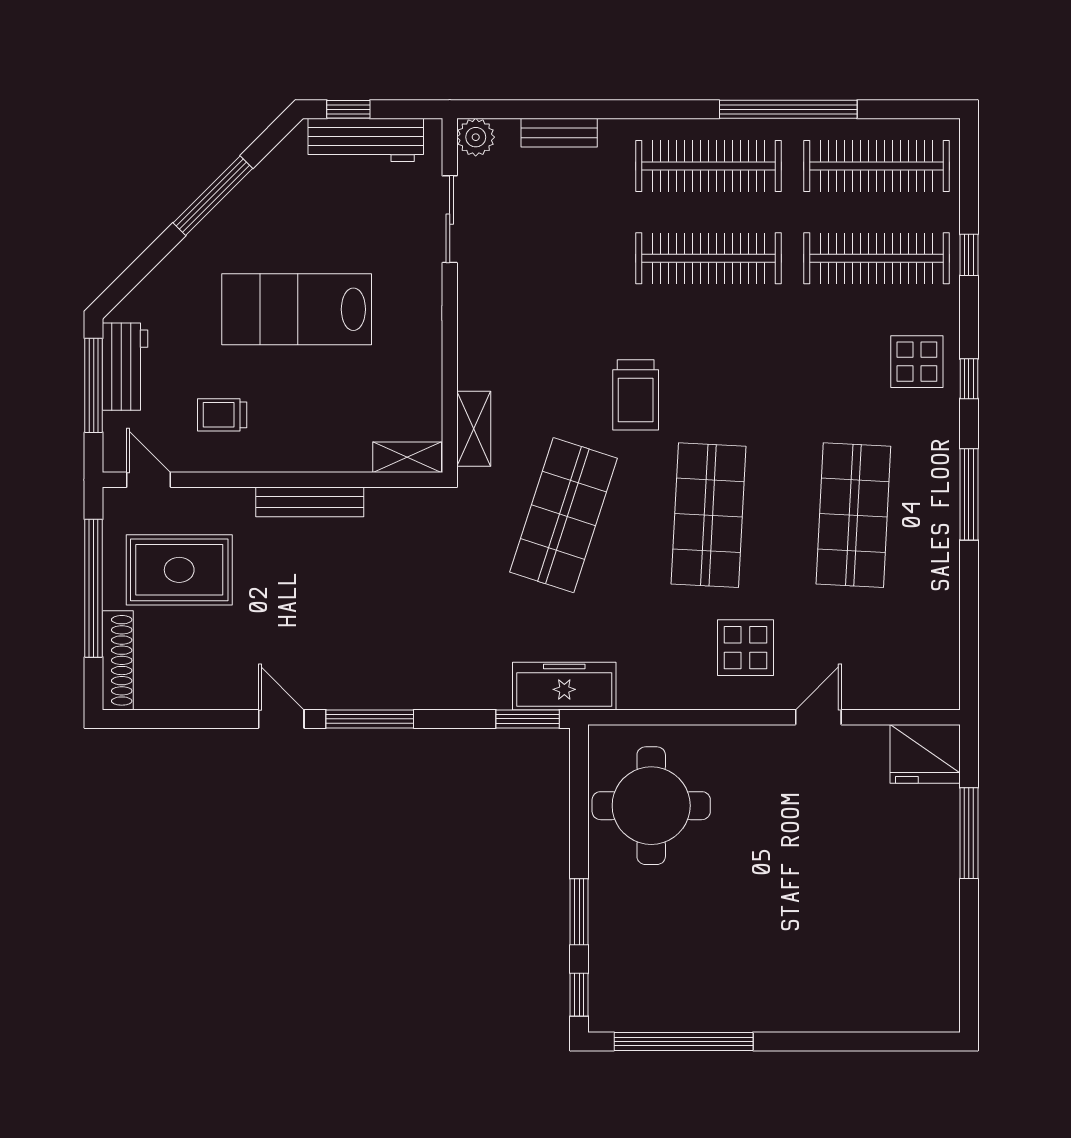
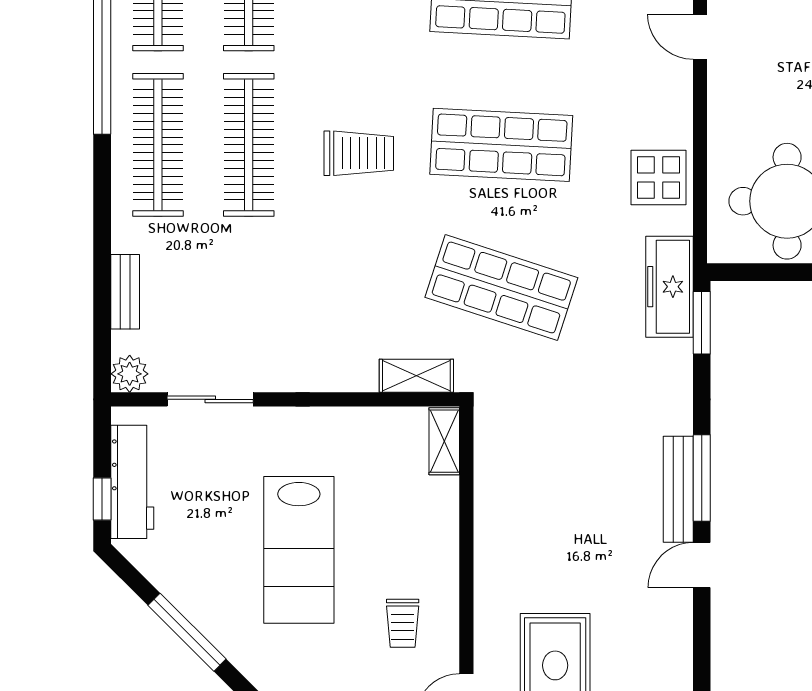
trolley: (636, 395) -> (359, 153), moved
bench: (310, 502) -> (678, 489), moved
display table: (745, 648) -> (658, 178), moved

